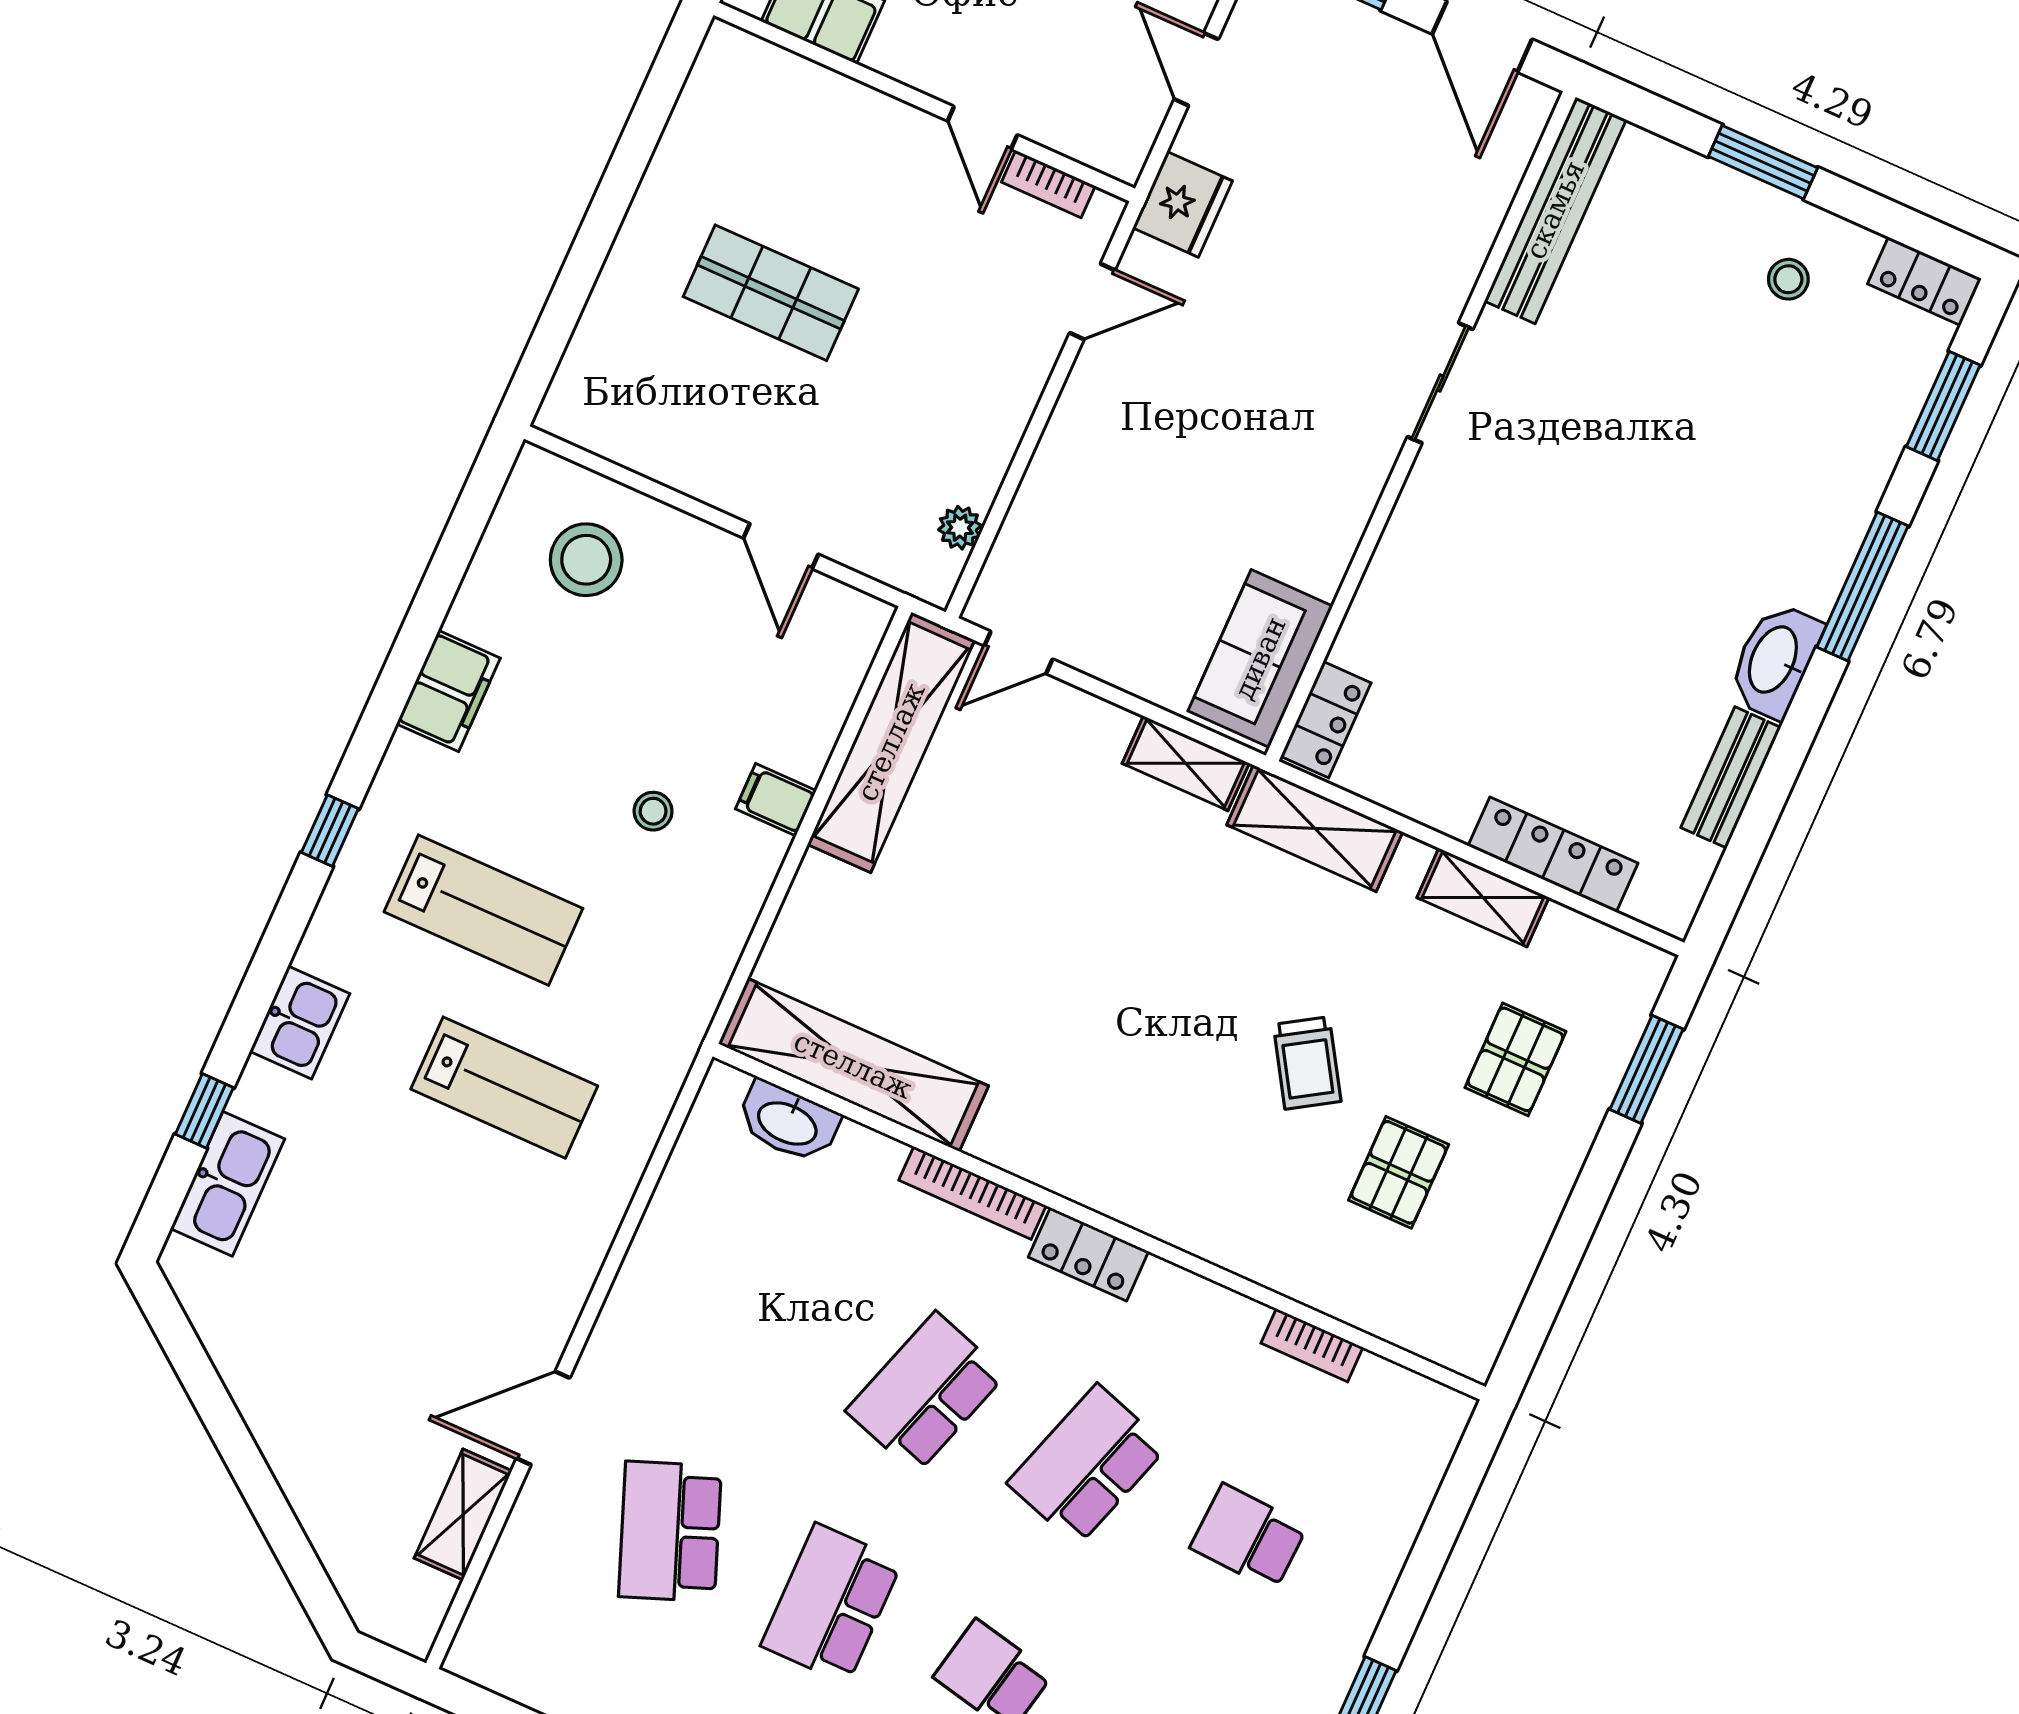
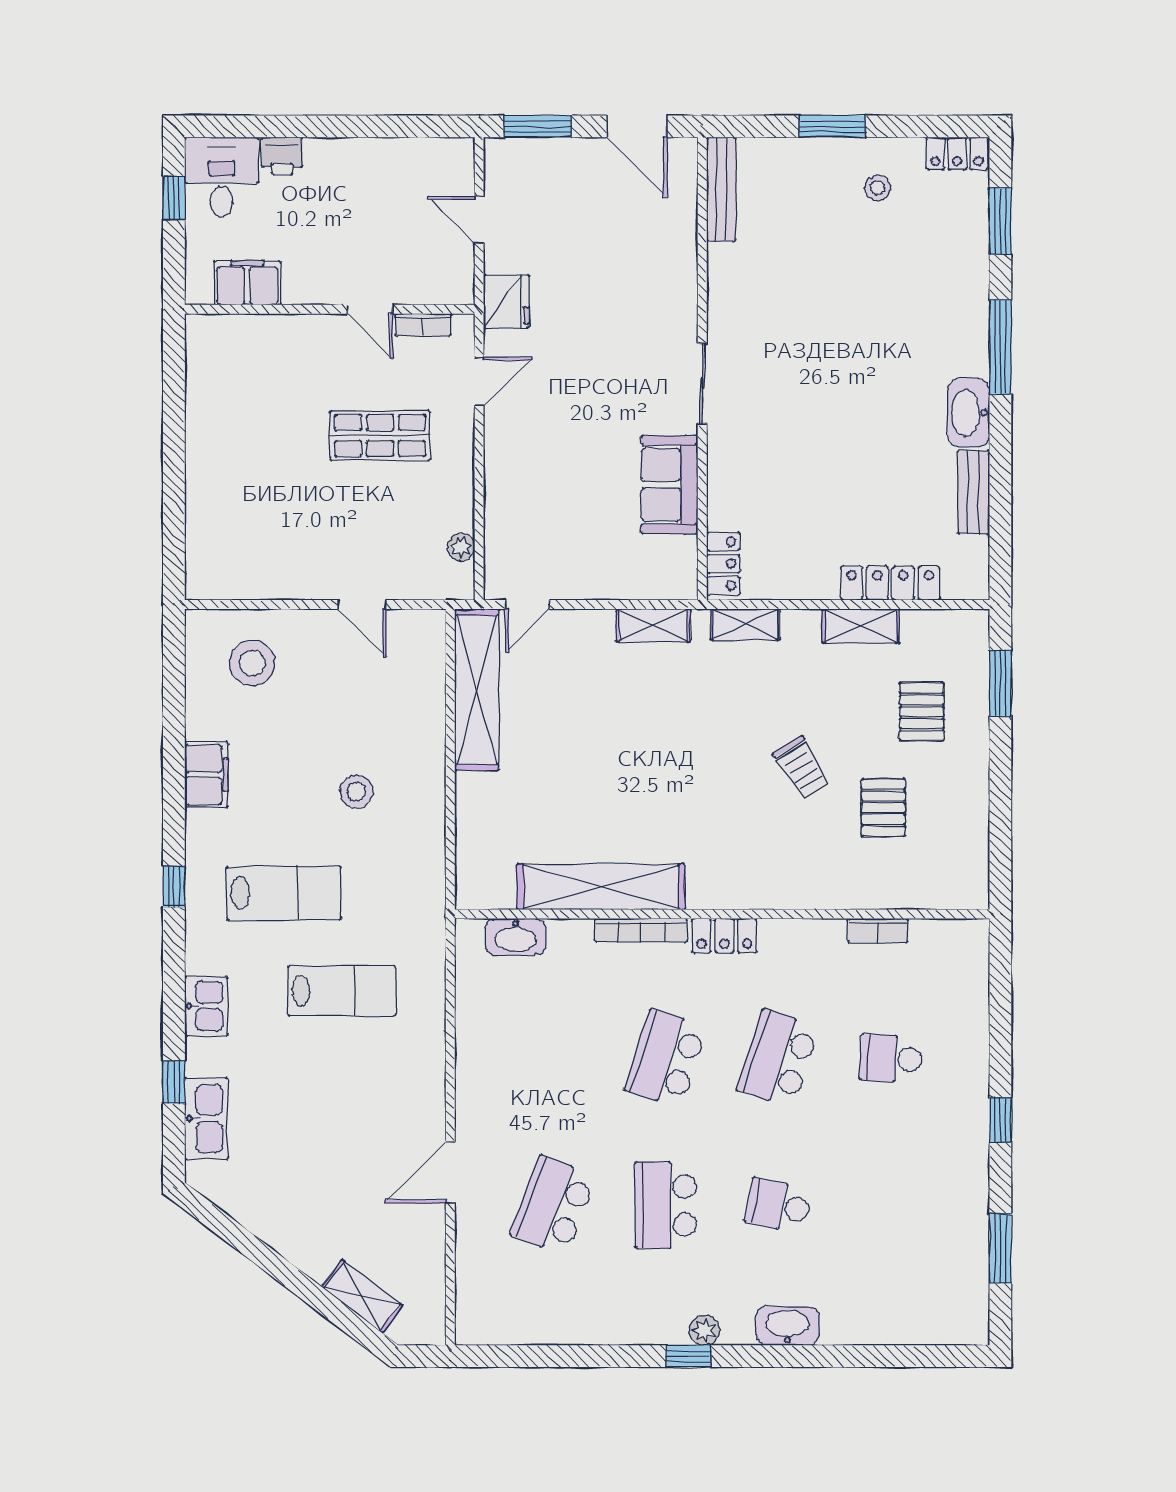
bench: (1555, 210) -> (721, 189), width x0.73, depth x0.82
shop shelf: (771, 293) -> (380, 436), moved
sliding door: (1440, 383) -> (702, 383), moved
sofa: (1260, 658) -> (669, 485), moved
filing cabinet: (776, 800) -> (425, 753), removed
stool: (653, 811) -> (356, 792), width x1.37, depth x1.37
shelving: (1315, 828) -> (745, 624), width x0.67, depth x0.75
shelving: (853, 1065) -> (601, 887), moved
shelving: (463, 1515) -> (362, 1296), moved, turned -53
school desk: (670, 1531) -> (553, 1205), turned 42

